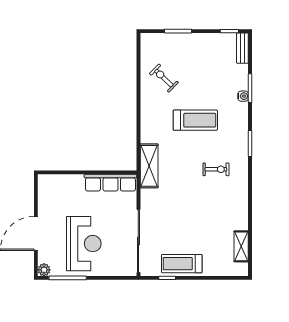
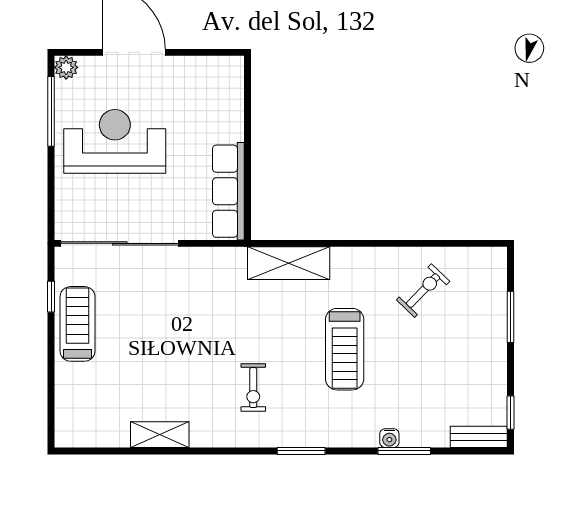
shelving: (149, 166) -> (289, 263), moved
reception desk: (84, 244) -> (115, 141), turned 180
shelving: (241, 246) -> (160, 435), moved

